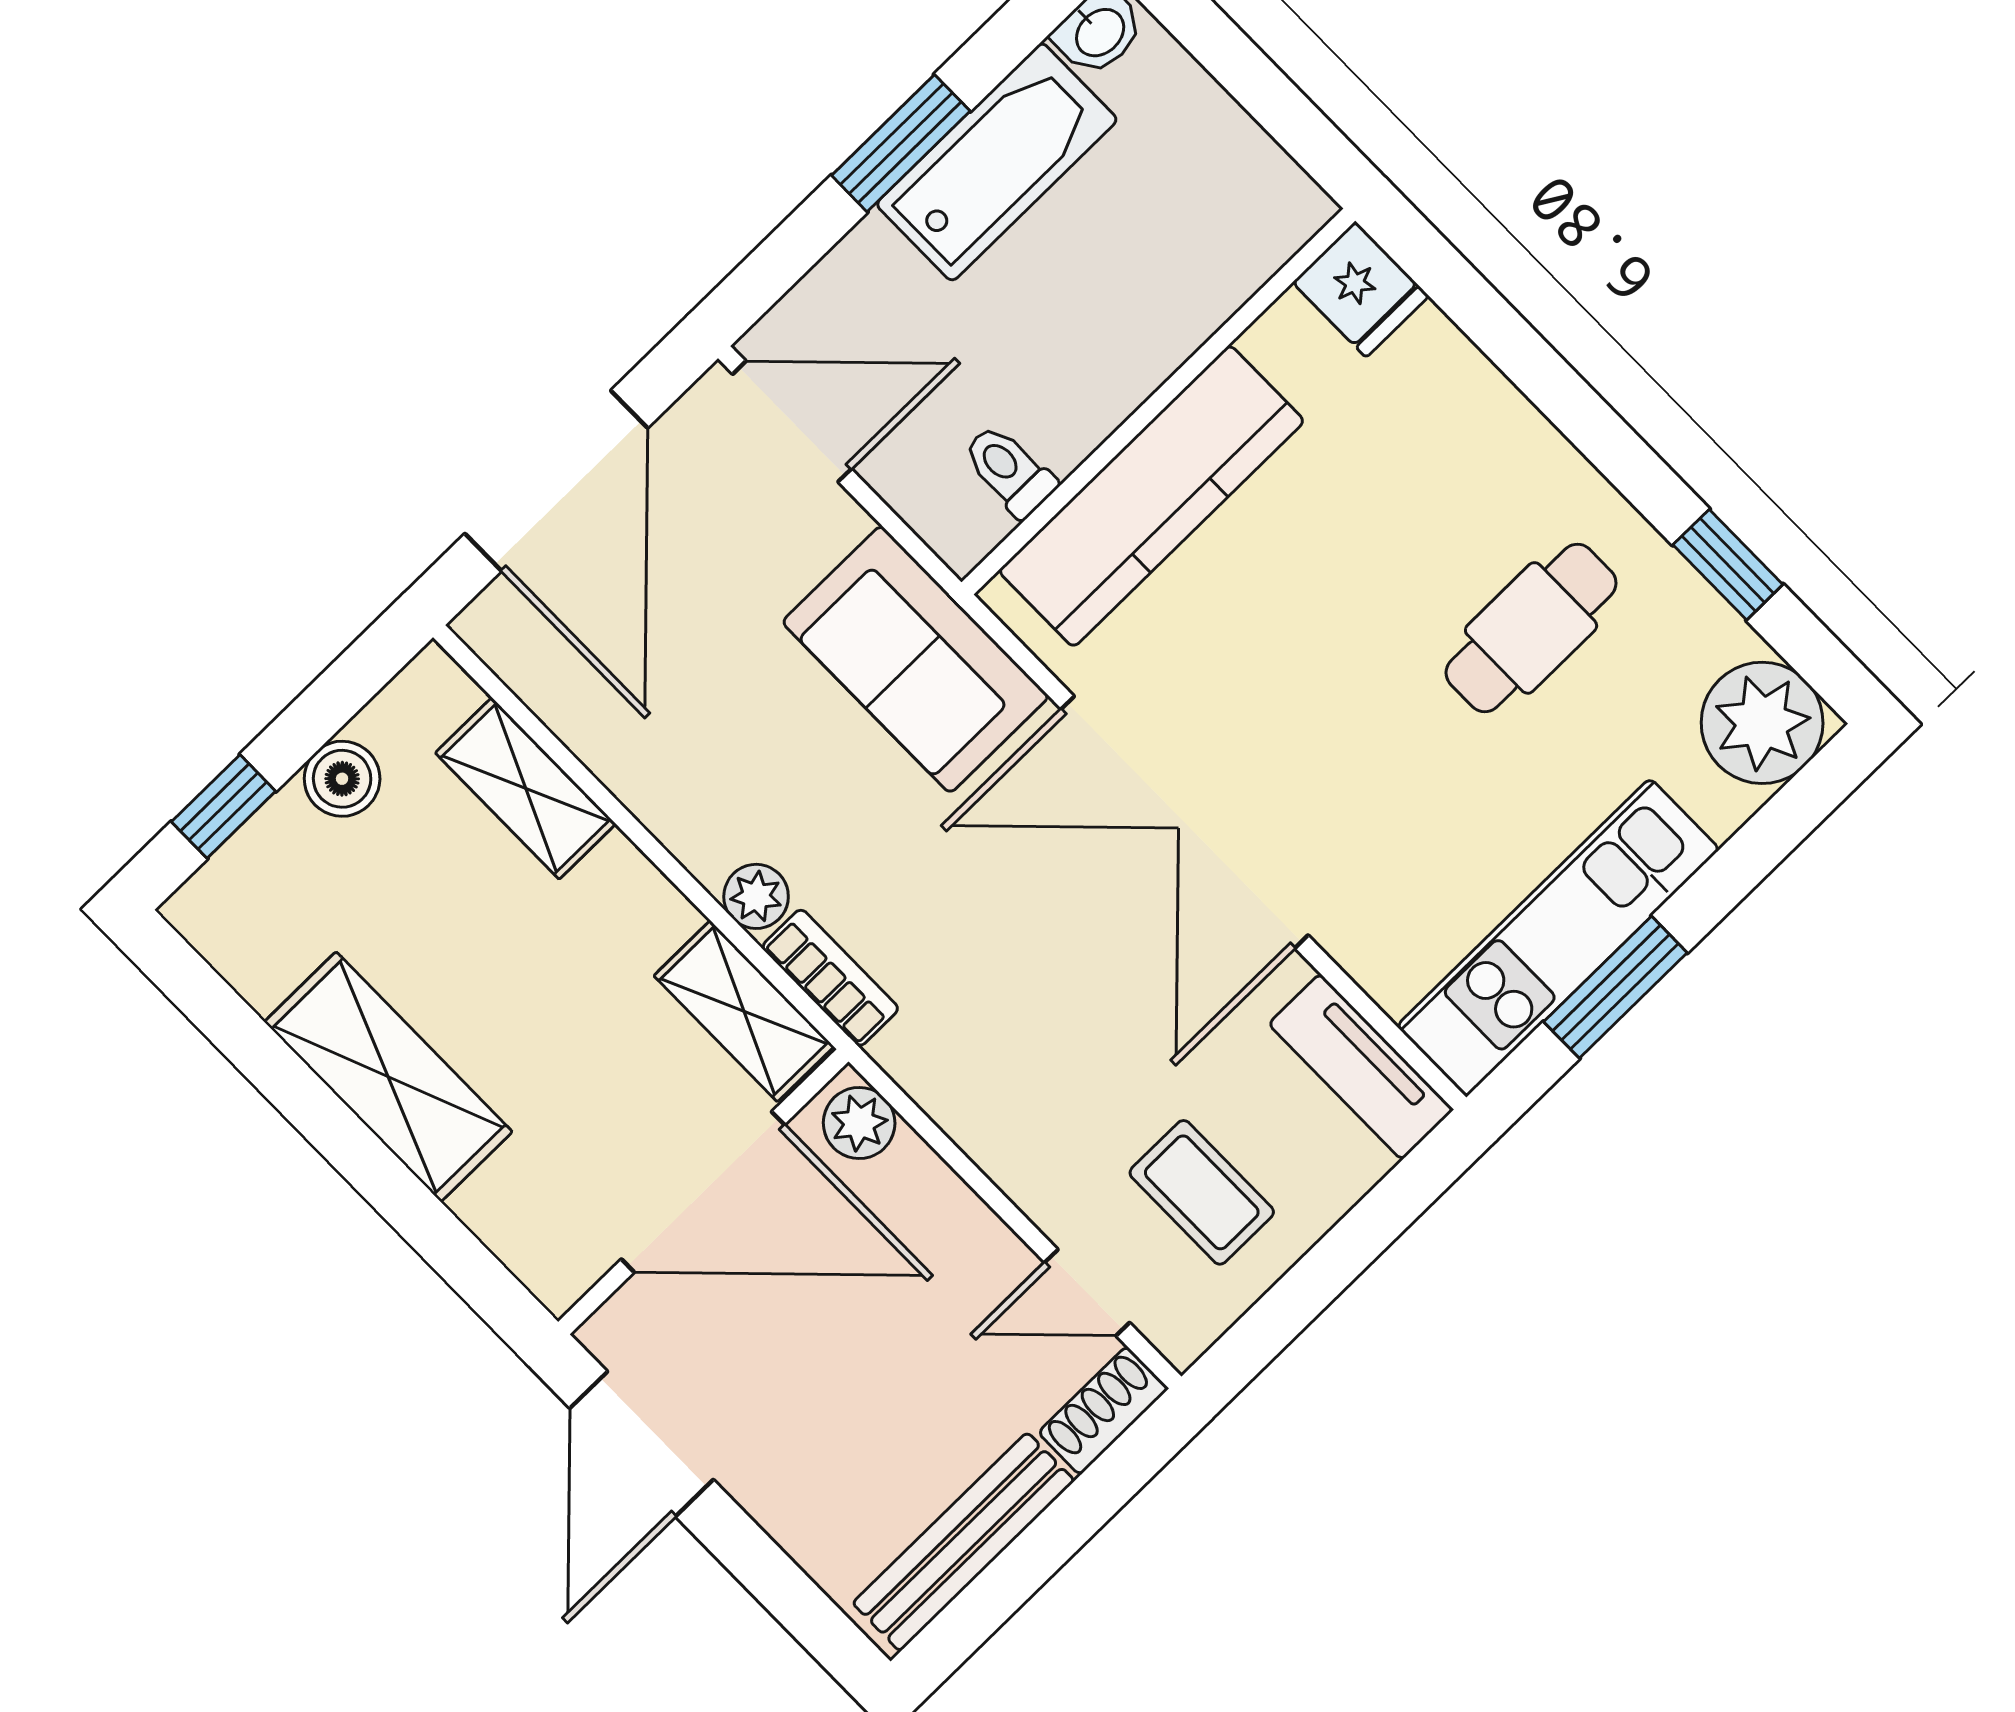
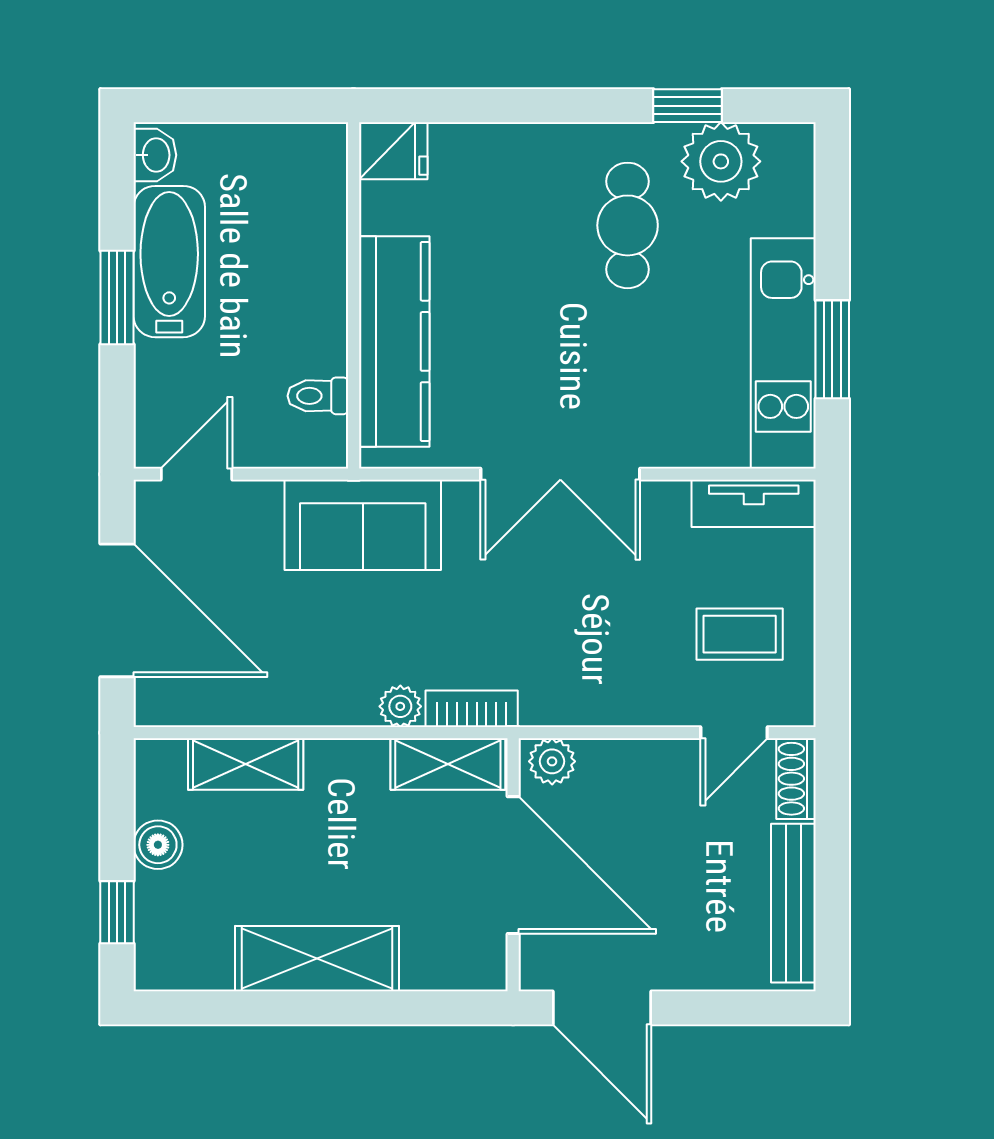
door: (792, 421) -> (197, 474), width x0.73
plant: (1762, 723) -> (721, 161), moved
double door: (1184, 822) -> (560, 474), width x0.73
door: (703, 1192) -> (513, 865), hinge flipped

